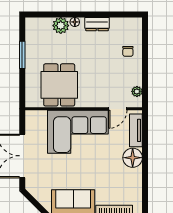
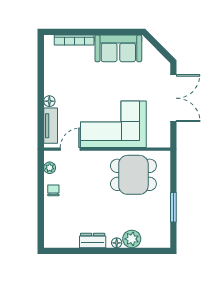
chair: (128, 51) -> (53, 190), moved
dining table: (59, 85) -> (133, 175), turned 90
floor lamp: (133, 158) -> (49, 101), width x0.53, depth x0.53

